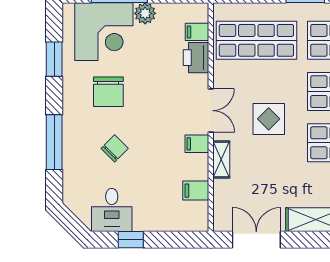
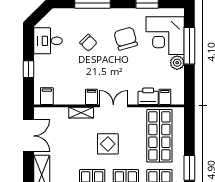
chair: (108, 92) -> (126, 39), turned 74
double door: (211, 111) -> (113, 106), swing flipped
filing cabinet: (196, 191) -> (47, 96), moved
window: (131, 240) -> (29, 69), moved

